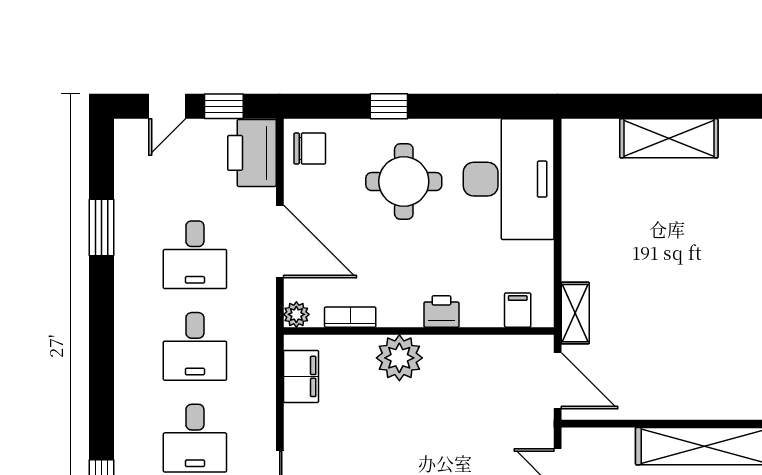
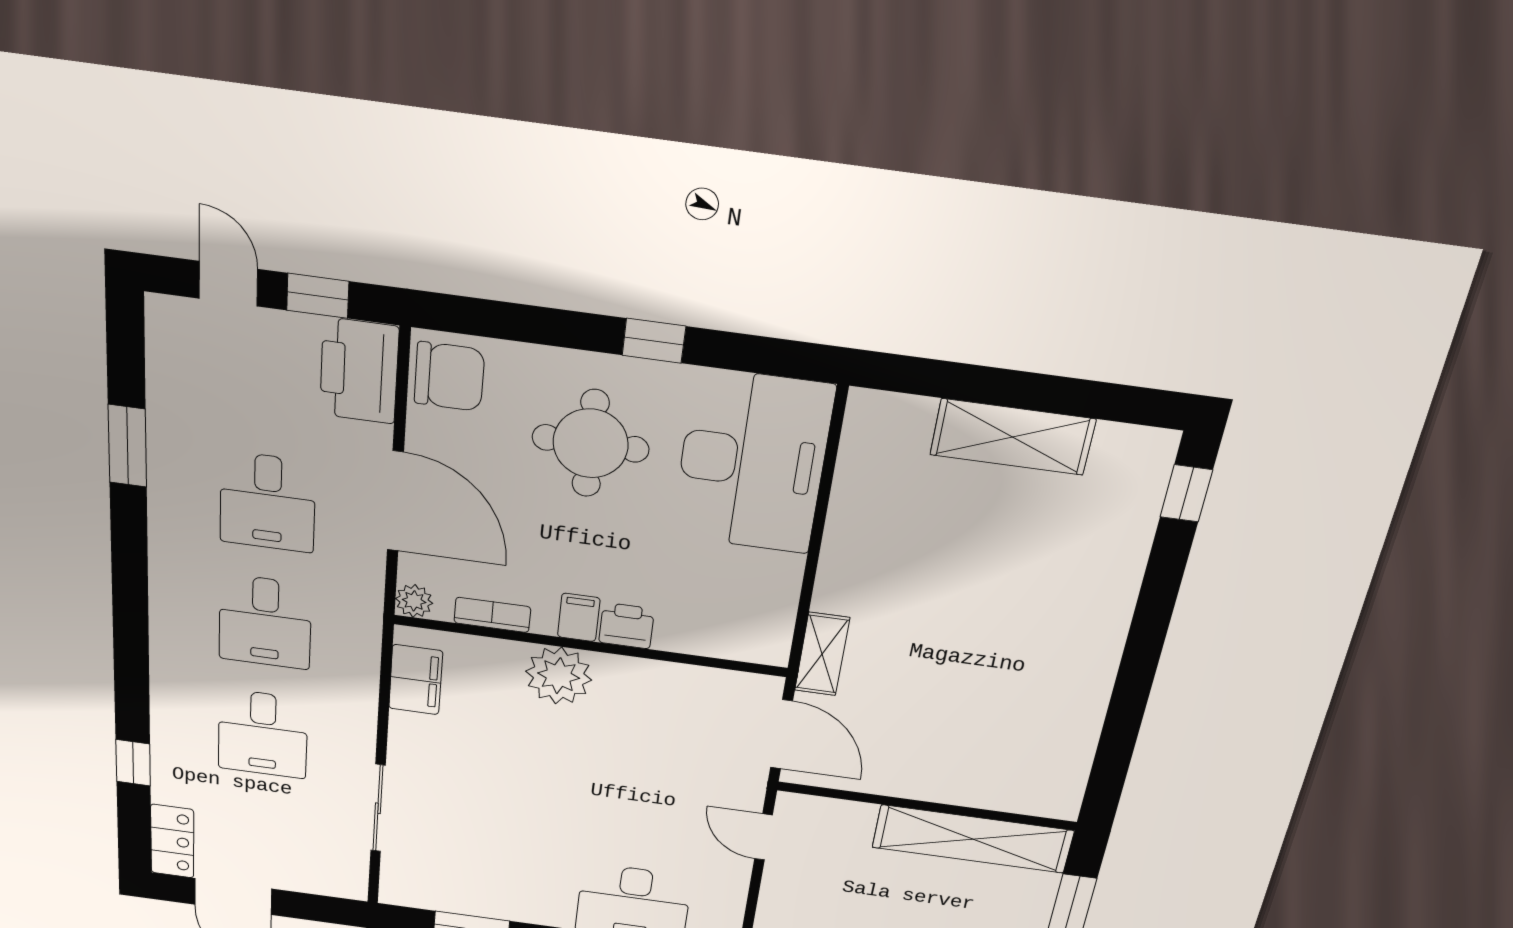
door: (167, 106) -> (228, 284), swing flipped
window: (389, 106) -> (654, 341), moved
chair: (310, 149) -> (449, 377), width x1.37, depth x1.37
filing cabinet: (518, 310) -> (579, 617), moved

